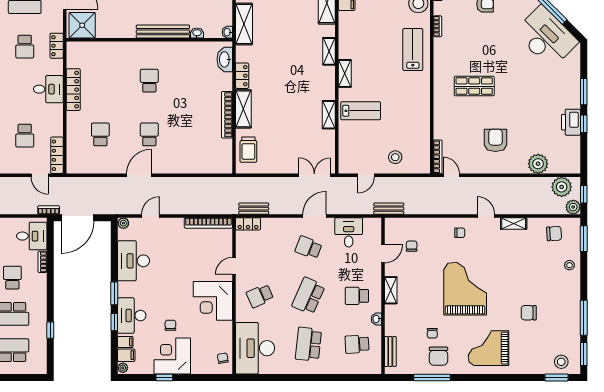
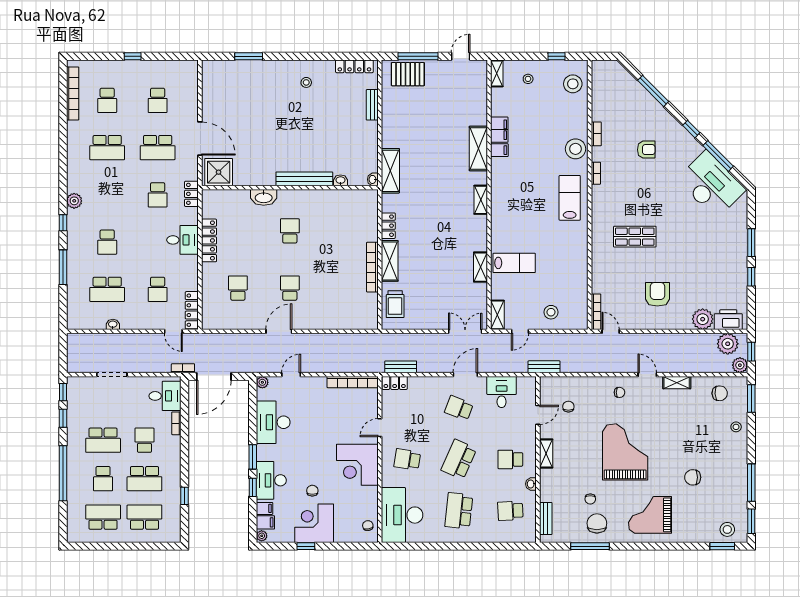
washbasin: (225, 59) -> (264, 197), moved, turned -90
shelving: (345, 73) -> (497, 315), moved
printer: (571, 122) -> (728, 320), moved, turned 90
school desk: (260, 296) -> (407, 459), turned 33
chair: (438, 356) -> (597, 523), turned 180

